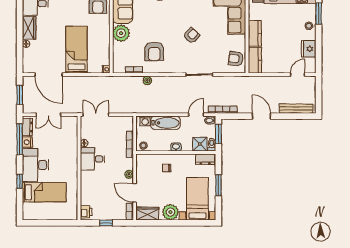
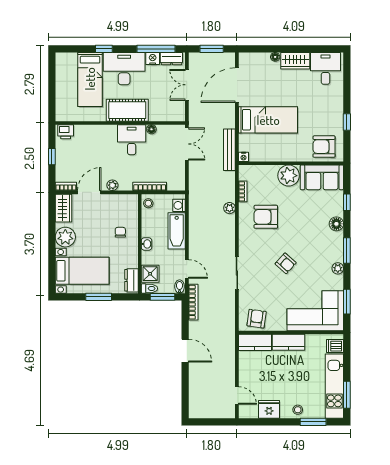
bench: (296, 109) -> (229, 150), moved
door: (261, 116) -> (185, 351), hinge flipped
cot: (69, 162) -> (127, 110), added

